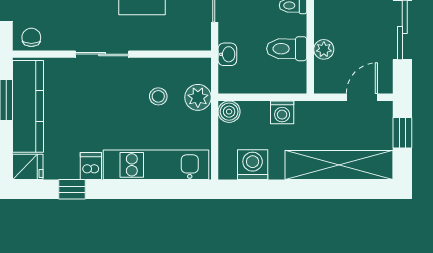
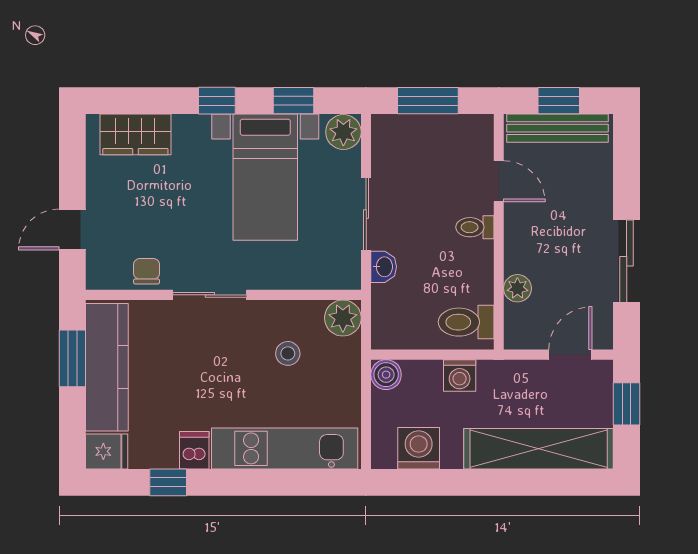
chair: (31, 37) -> (147, 271), moved
toilet: (287, 49) -> (466, 322), moved
washbasin: (227, 54) -> (384, 267), moved
plant: (198, 97) -> (343, 318), moved

